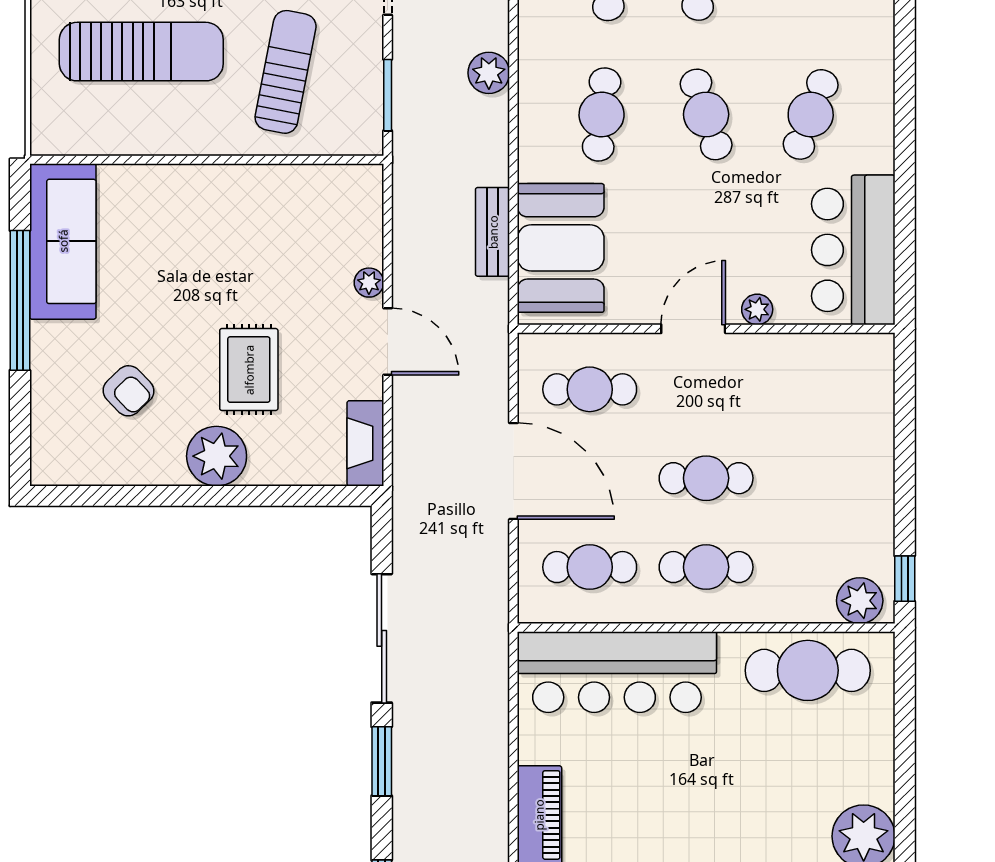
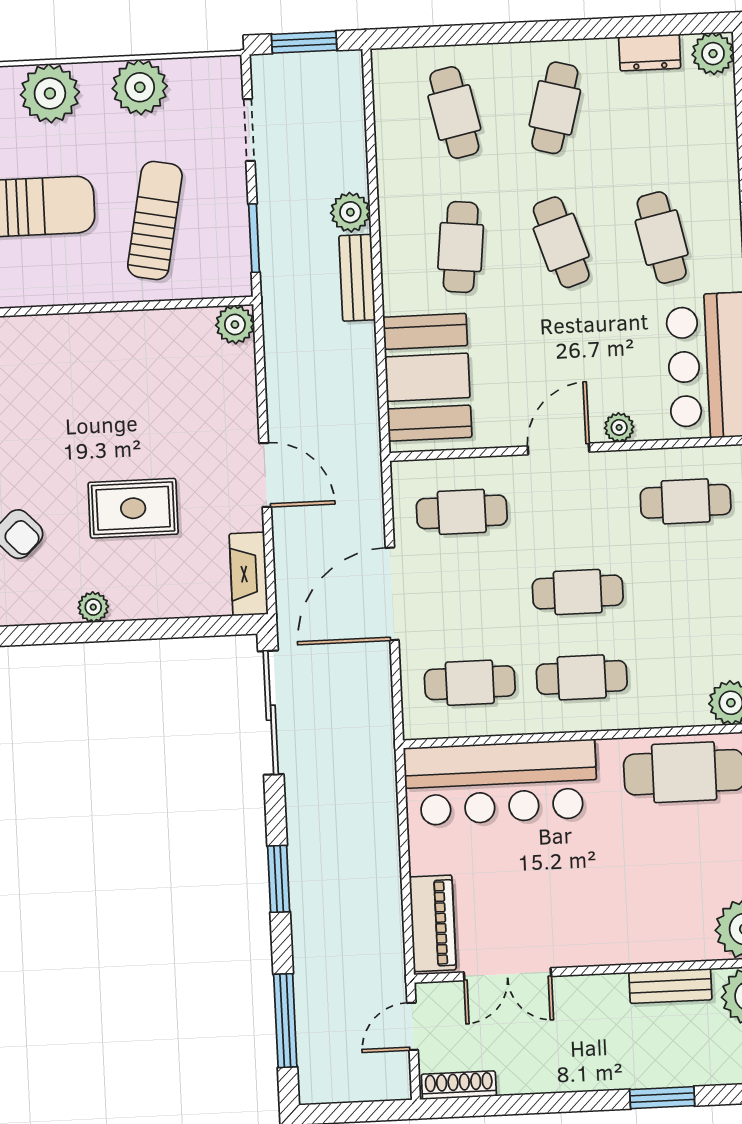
cafe table: (811, 114) -> (662, 238), turned -33
bench: (493, 232) -> (357, 278), moved
plant: (369, 283) -> (235, 325), moved, width x1.38, depth x1.38
rug: (249, 370) -> (133, 508), turned 90
cafe table: (823, 389) -> (686, 501), added
plant: (217, 456) -> (93, 607), width x0.53, depth x0.53
door: (513, 471) -> (392, 594), swing flipped
sliding door: (382, 638) -> (271, 713), moved

